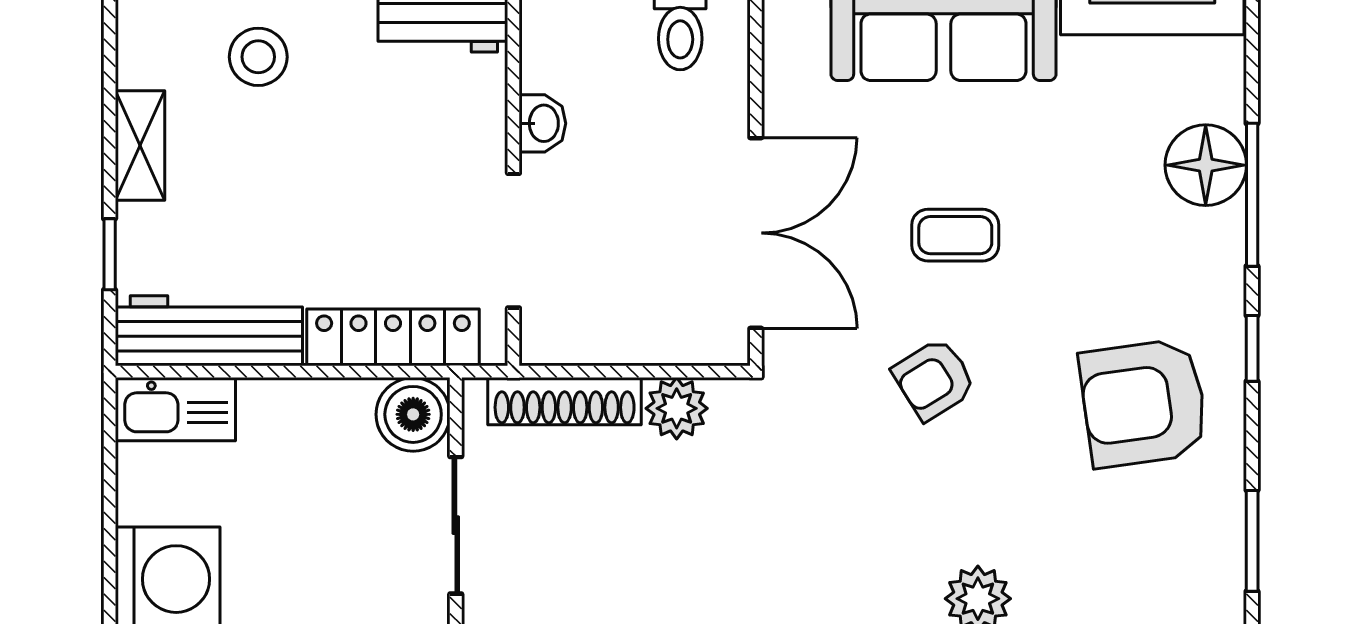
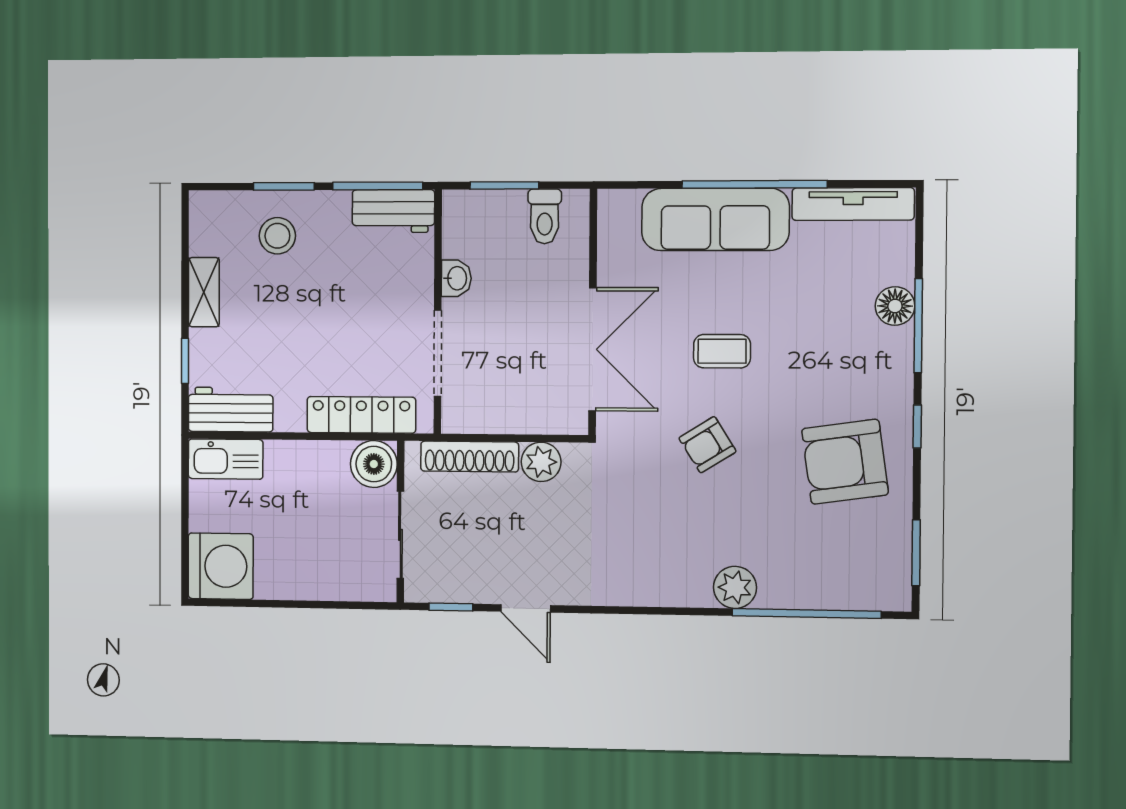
floor lamp: (1206, 165) -> (895, 306), width x0.73, depth x0.73
workbench: (209, 331) -> (231, 410), width x0.73

